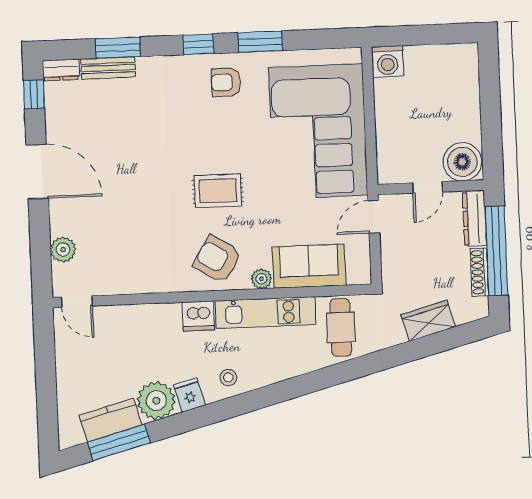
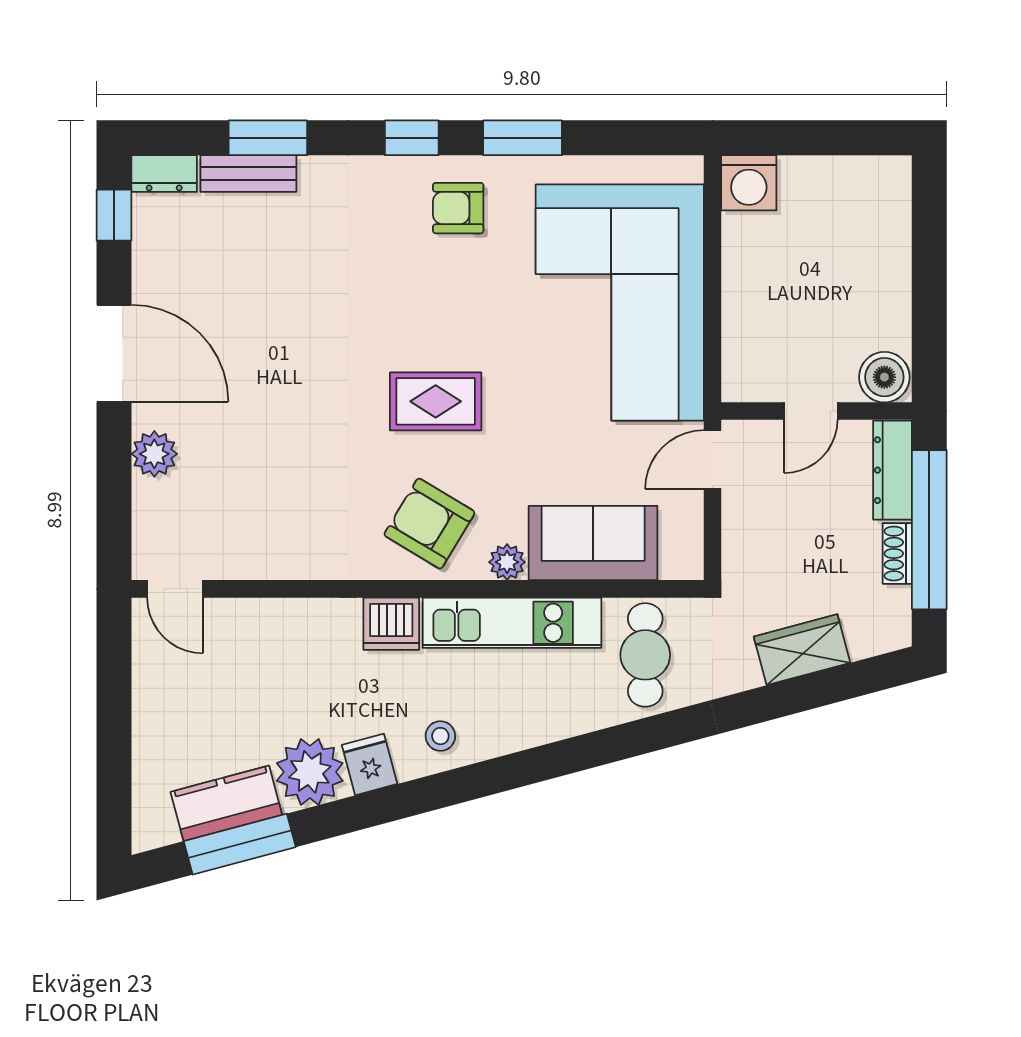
boiler: (462, 162) -> (884, 377), width x0.73, depth x0.73
plant: (63, 250) -> (154, 454), moved
shoe rack: (479, 272) -> (897, 554), width x0.70

